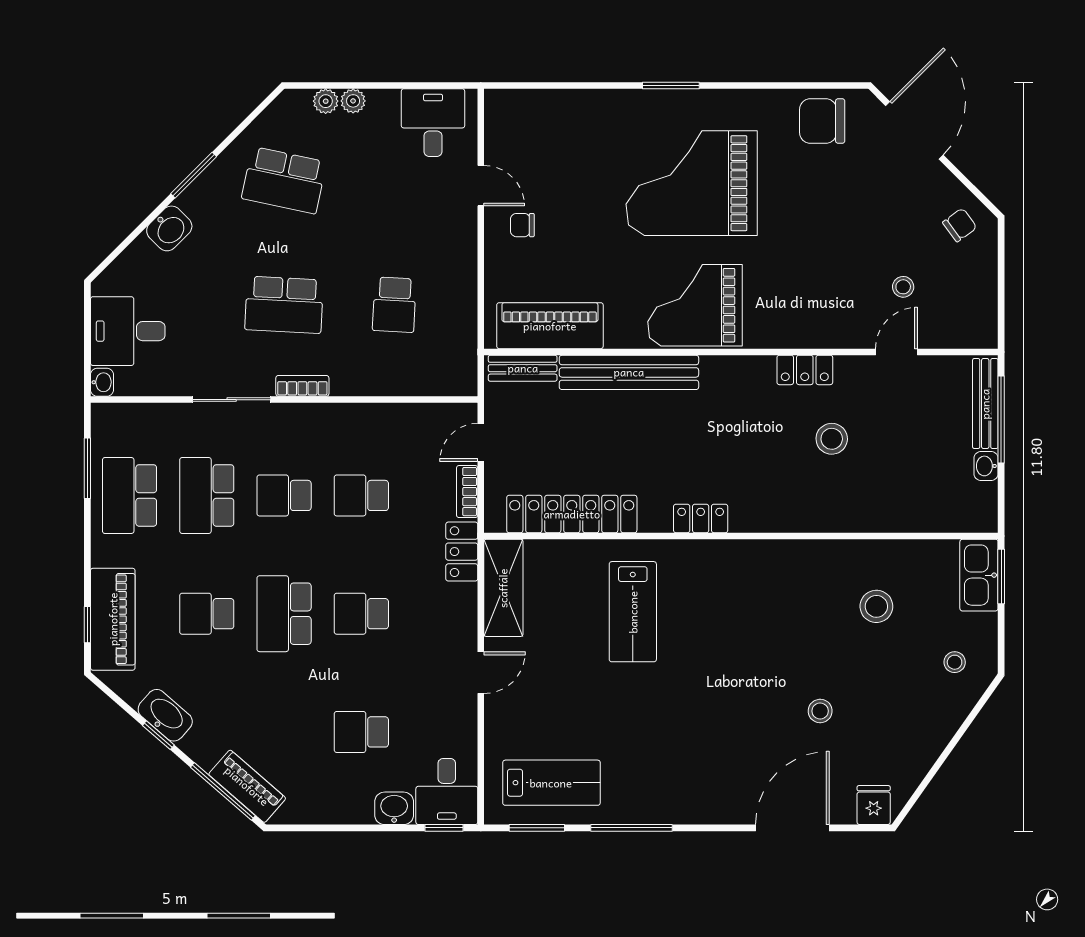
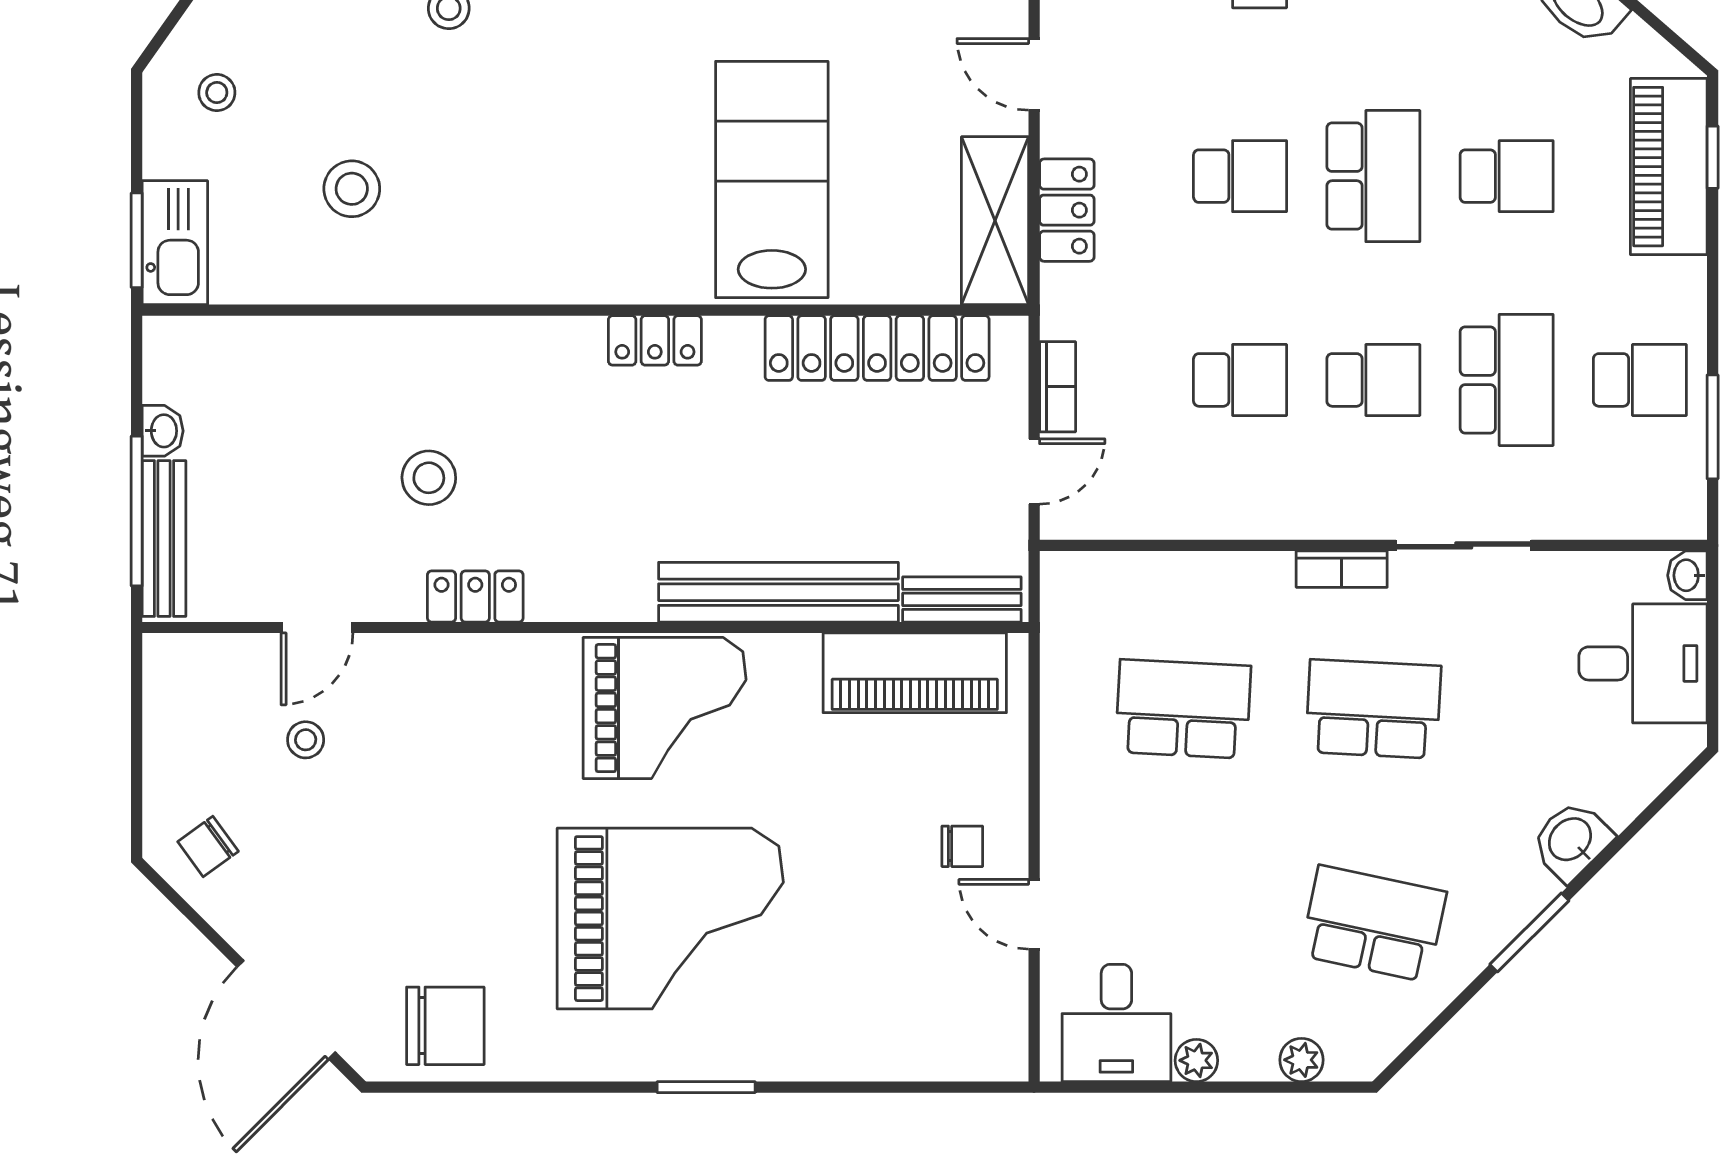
plant: (353, 101) -> (1196, 1060), moved
school desk: (394, 305) -> (1183, 709), width x1.85
school desk: (129, 495) -> (1640, 380), width x0.54
locker: (462, 552) -> (1067, 210), moved
lab bench: (633, 612) -> (772, 180), width x1.36, depth x1.39
door: (481, 673) -> (1034, 74), hinge flipped

